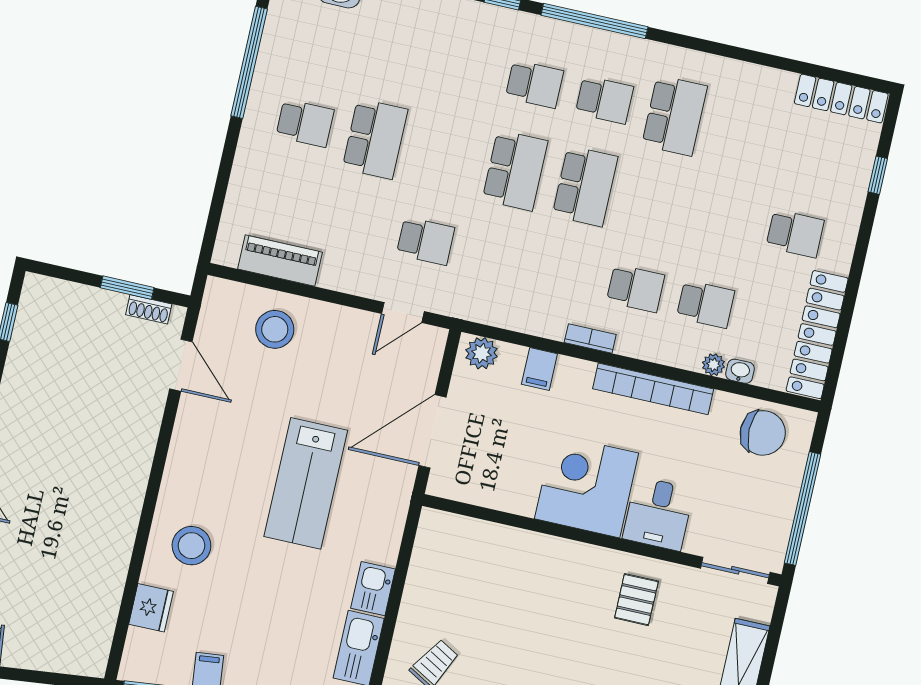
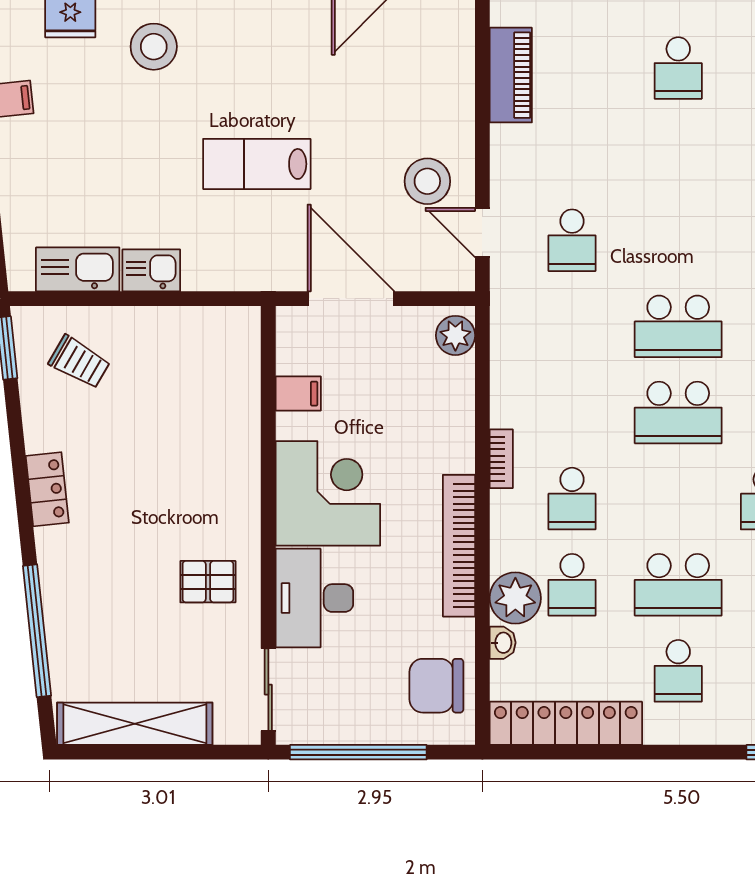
school desk: (375, 139) -> (678, 585), moved
stool: (275, 329) -> (427, 181), moved
plant: (714, 365) -> (515, 598), width x1.88, depth x1.88
filing cabinet: (539, 369) -> (298, 394), moved, turned 180
chair: (763, 433) -> (436, 686), turned 90
lab bench: (306, 483) -> (257, 164), width x0.73, depth x0.72
desk: (658, 514) -> (314, 598), width x1.37

